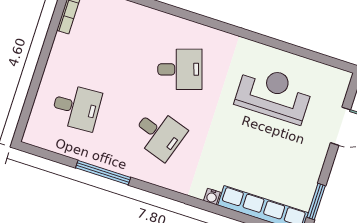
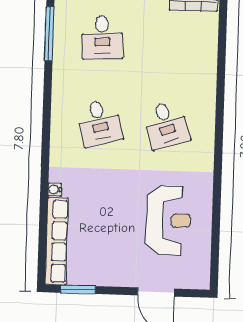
desk: (159, 134) -> (99, 123), turned -33
window: (103, 173) -> (49, 34), moved

